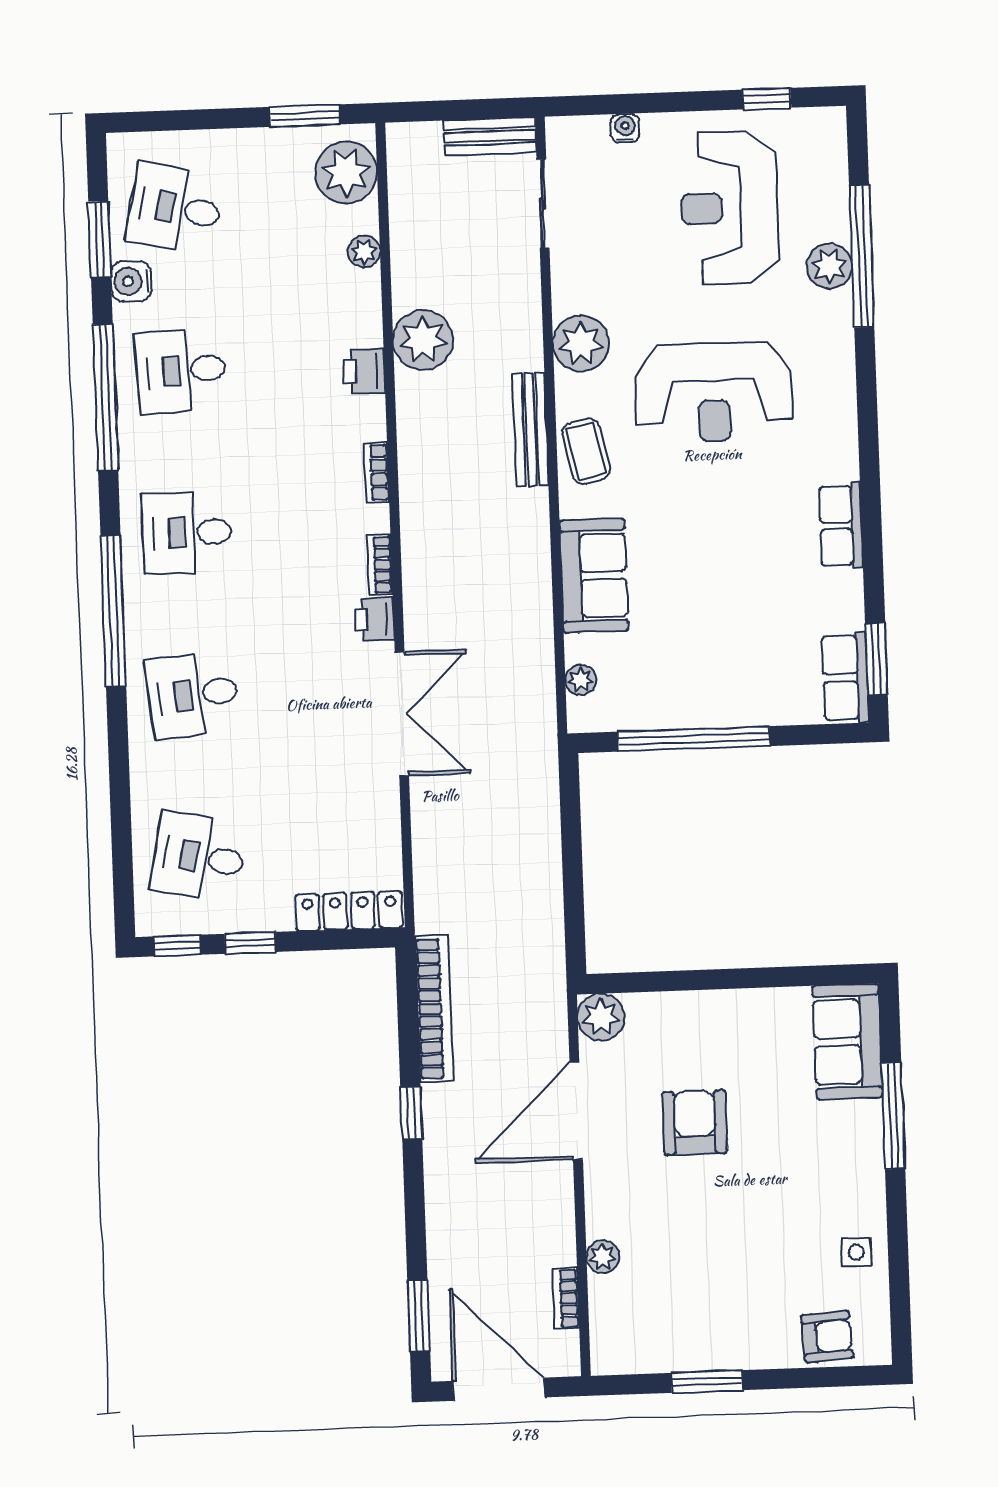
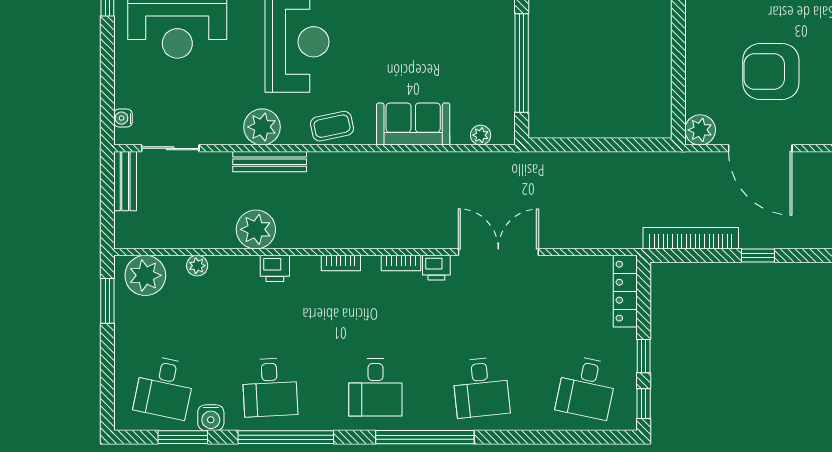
water cooler: (625, 128) -> (123, 118), moved
bench: (531, 429) -> (270, 162), moved
armchair: (695, 1122) -> (771, 72), width x1.36, depth x1.36

